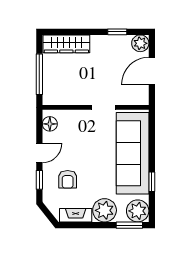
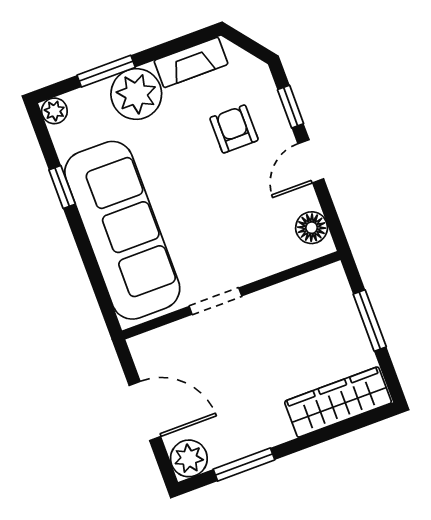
window: (117, 32) -> (244, 464), width x1.50
door: (152, 71) -> (145, 411), hinge flipped
window: (39, 74) -> (370, 320), width x0.69
plant: (138, 211) -> (54, 111), width x0.53, depth x0.53
window: (129, 225) -> (106, 71), moved

